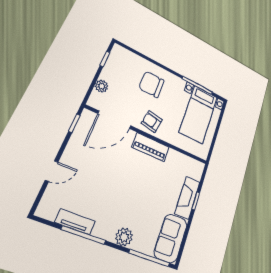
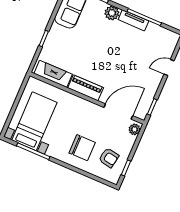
plant: (102, 86) -> (134, 129), moved
armchair: (152, 122) -> (109, 158), moved
fireplace: (187, 198) -> (53, 74), moved, turned -90
tv unit: (75, 222) -> (133, 20), moved

